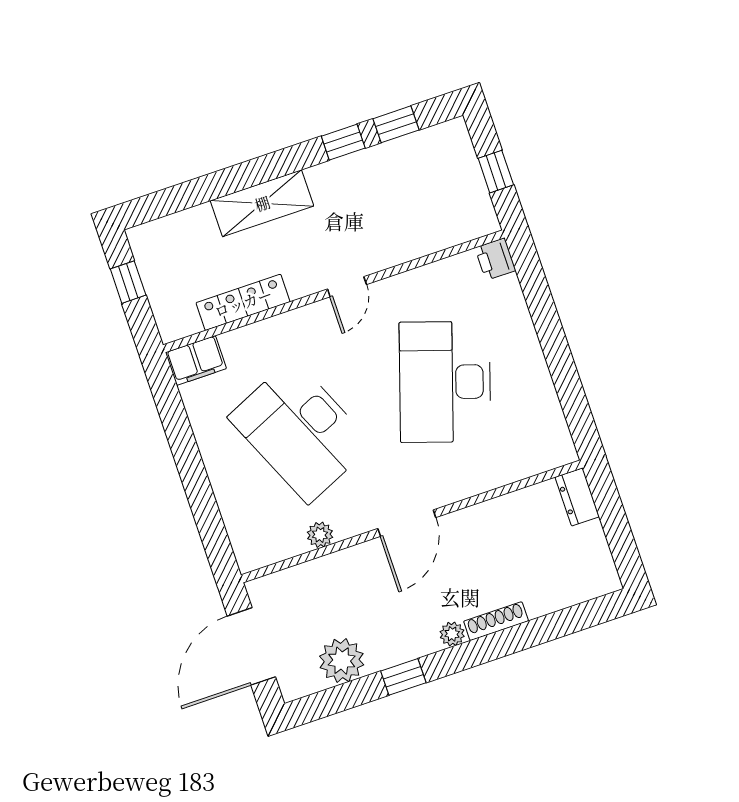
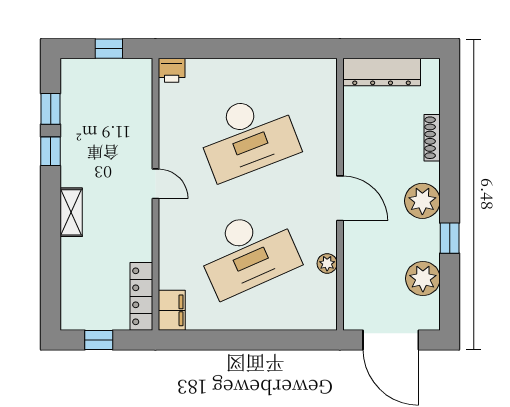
shelving: (262, 203) -> (71, 212), width x0.67, depth x0.75
locker: (243, 302) -> (141, 296), moved
desk: (445, 382) -> (248, 136), turned -39
dresser: (577, 497) -> (382, 72), width x1.96, depth x1.24
shoe rack: (496, 621) -> (432, 138), moved
plant: (452, 634) -> (422, 201), width x1.87, depth x1.87

